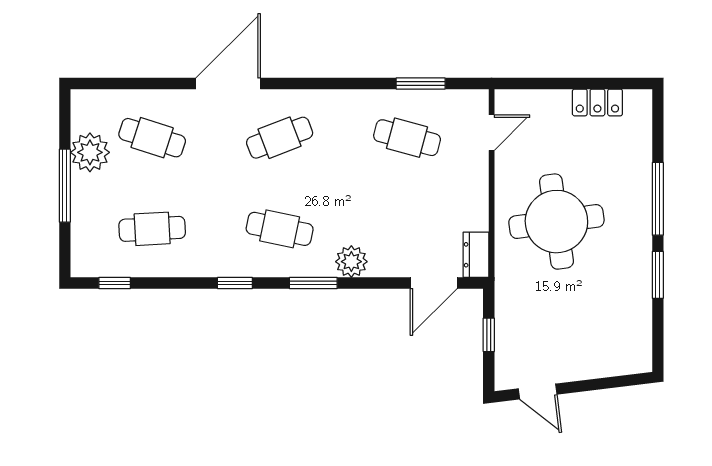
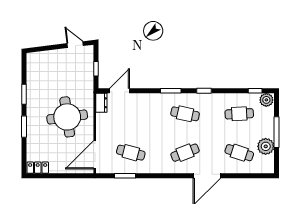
locker: (597, 102) -> (38, 168), moved
door: (492, 133) -> (95, 155), width x1.87
window: (658, 199) -> (24, 127), width x0.69
plant: (351, 262) -> (266, 100), moved

